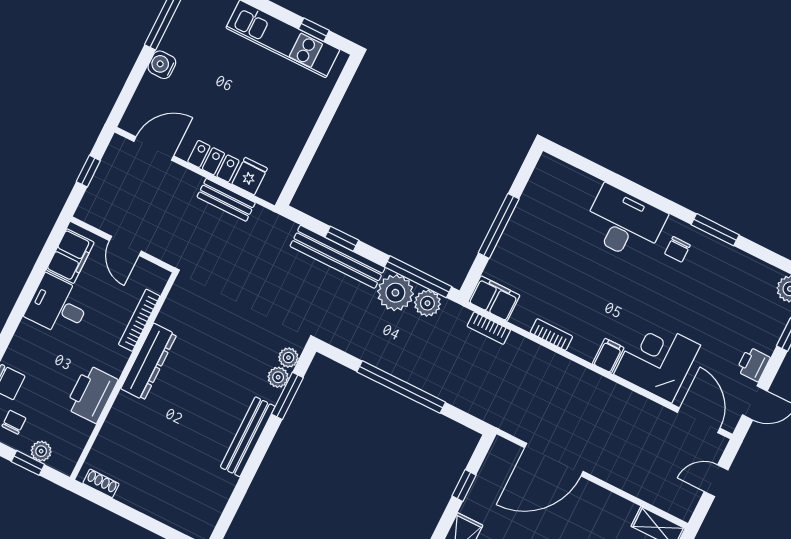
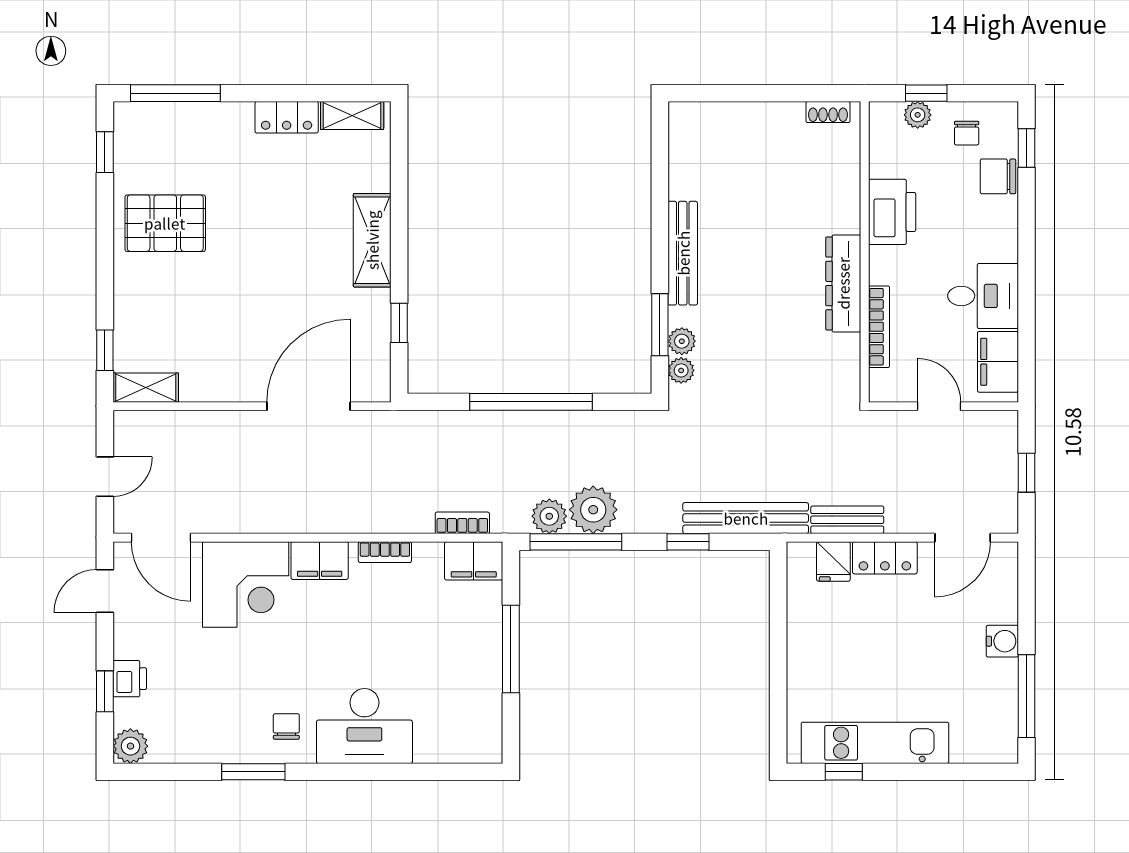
bench: (338, 257) -> (746, 518), moved
filing cabinet: (608, 356) -> (320, 561), width x2.00
printer: (753, 364) -> (130, 679), moved

